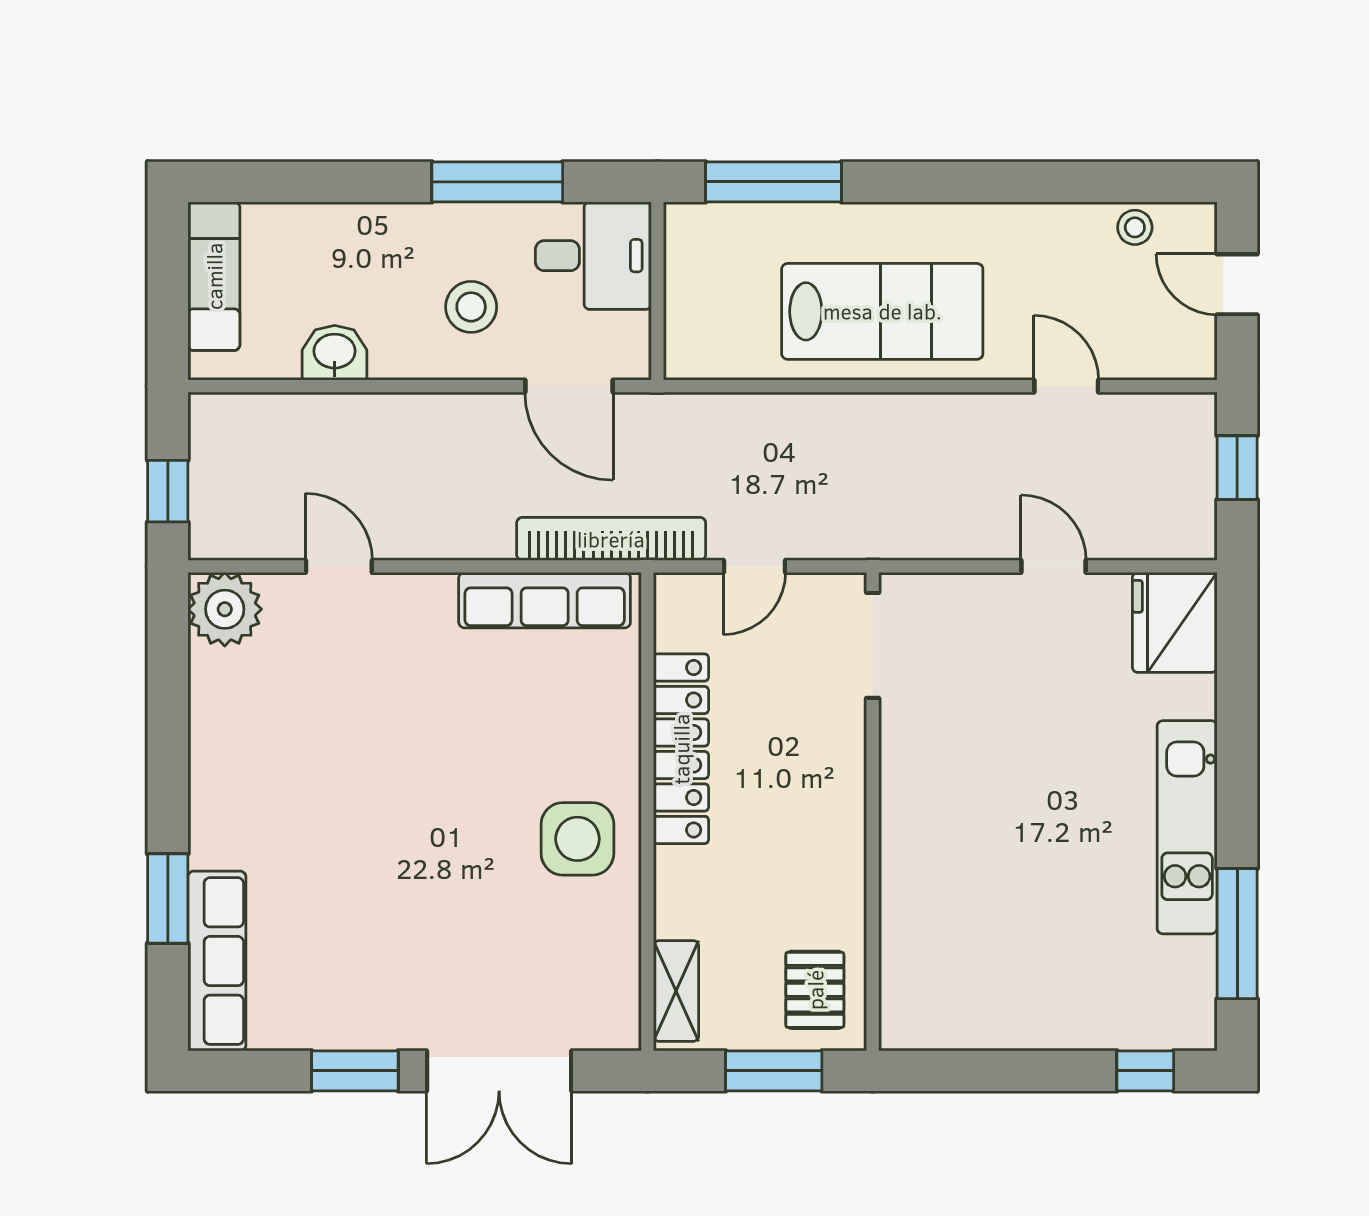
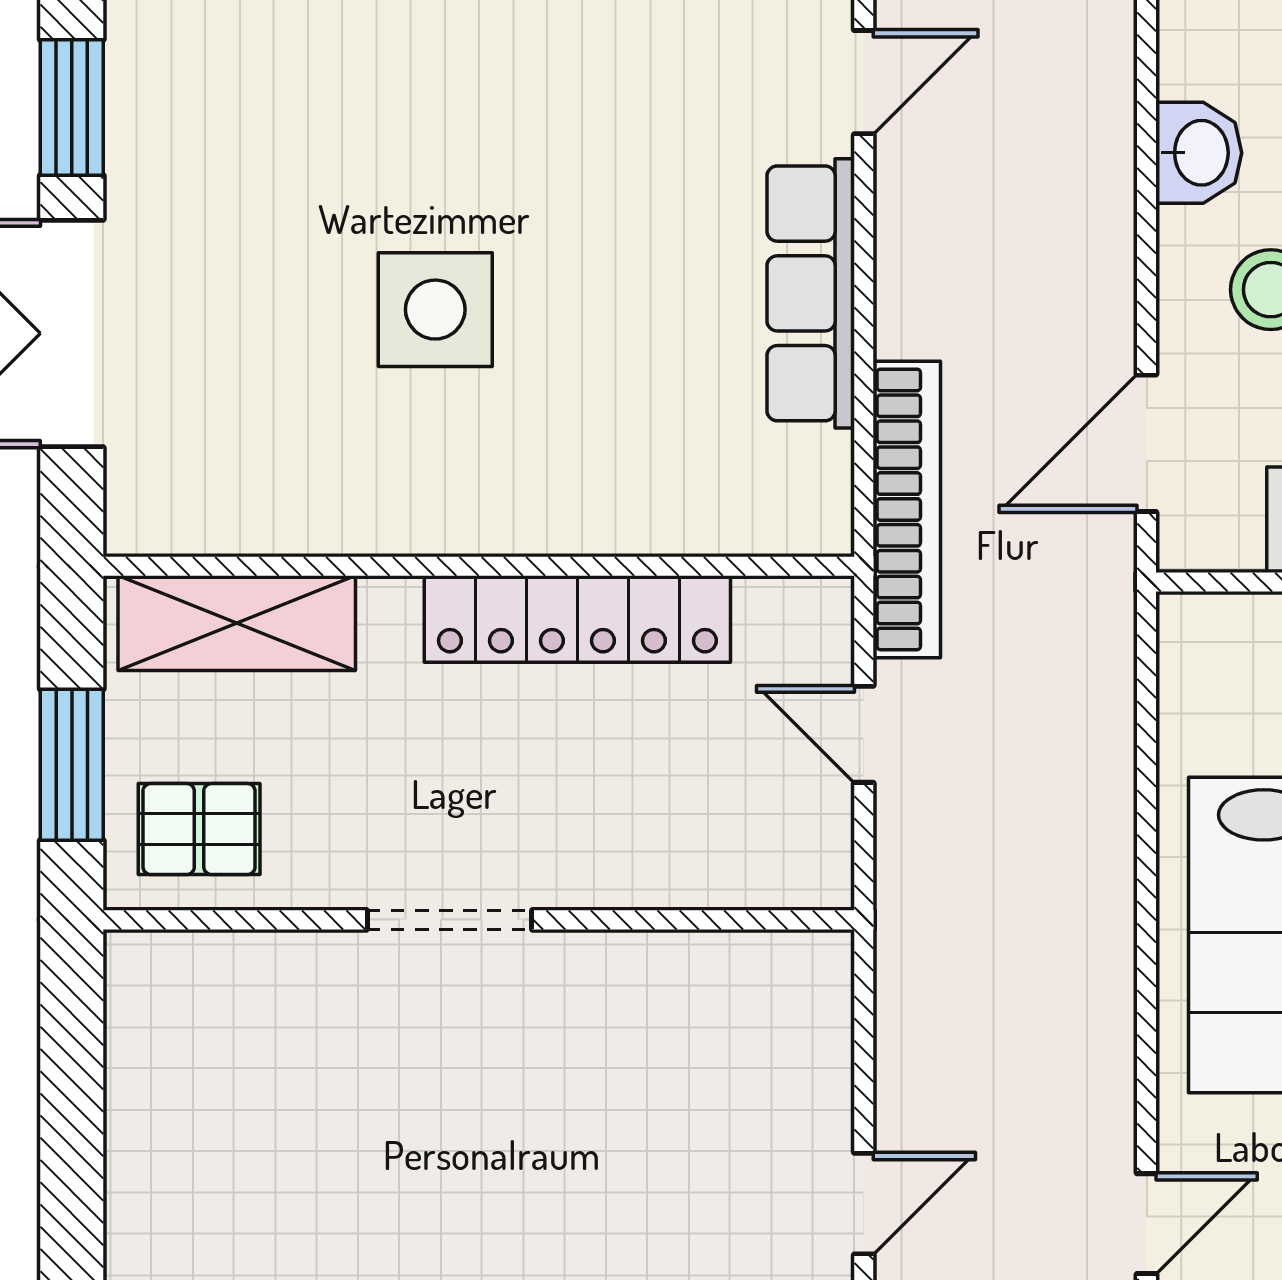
washbasin: (335, 353) -> (1199, 153), moved
row of seats: (545, 600) -> (811, 293), moved
doorway: (873, 645) -> (450, 920), moved
side table: (577, 839) -> (435, 310), moved
shelving: (676, 991) -> (237, 623), width x1.50, depth x1.33

